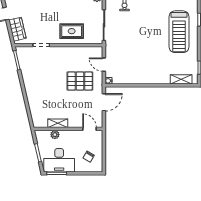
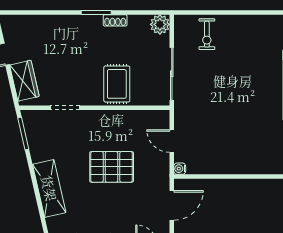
rug: (72, 31) -> (117, 84), turned 90
pallet: (80, 81) -> (112, 167), moved
shelving: (32, 92) -> (49, 188), added

